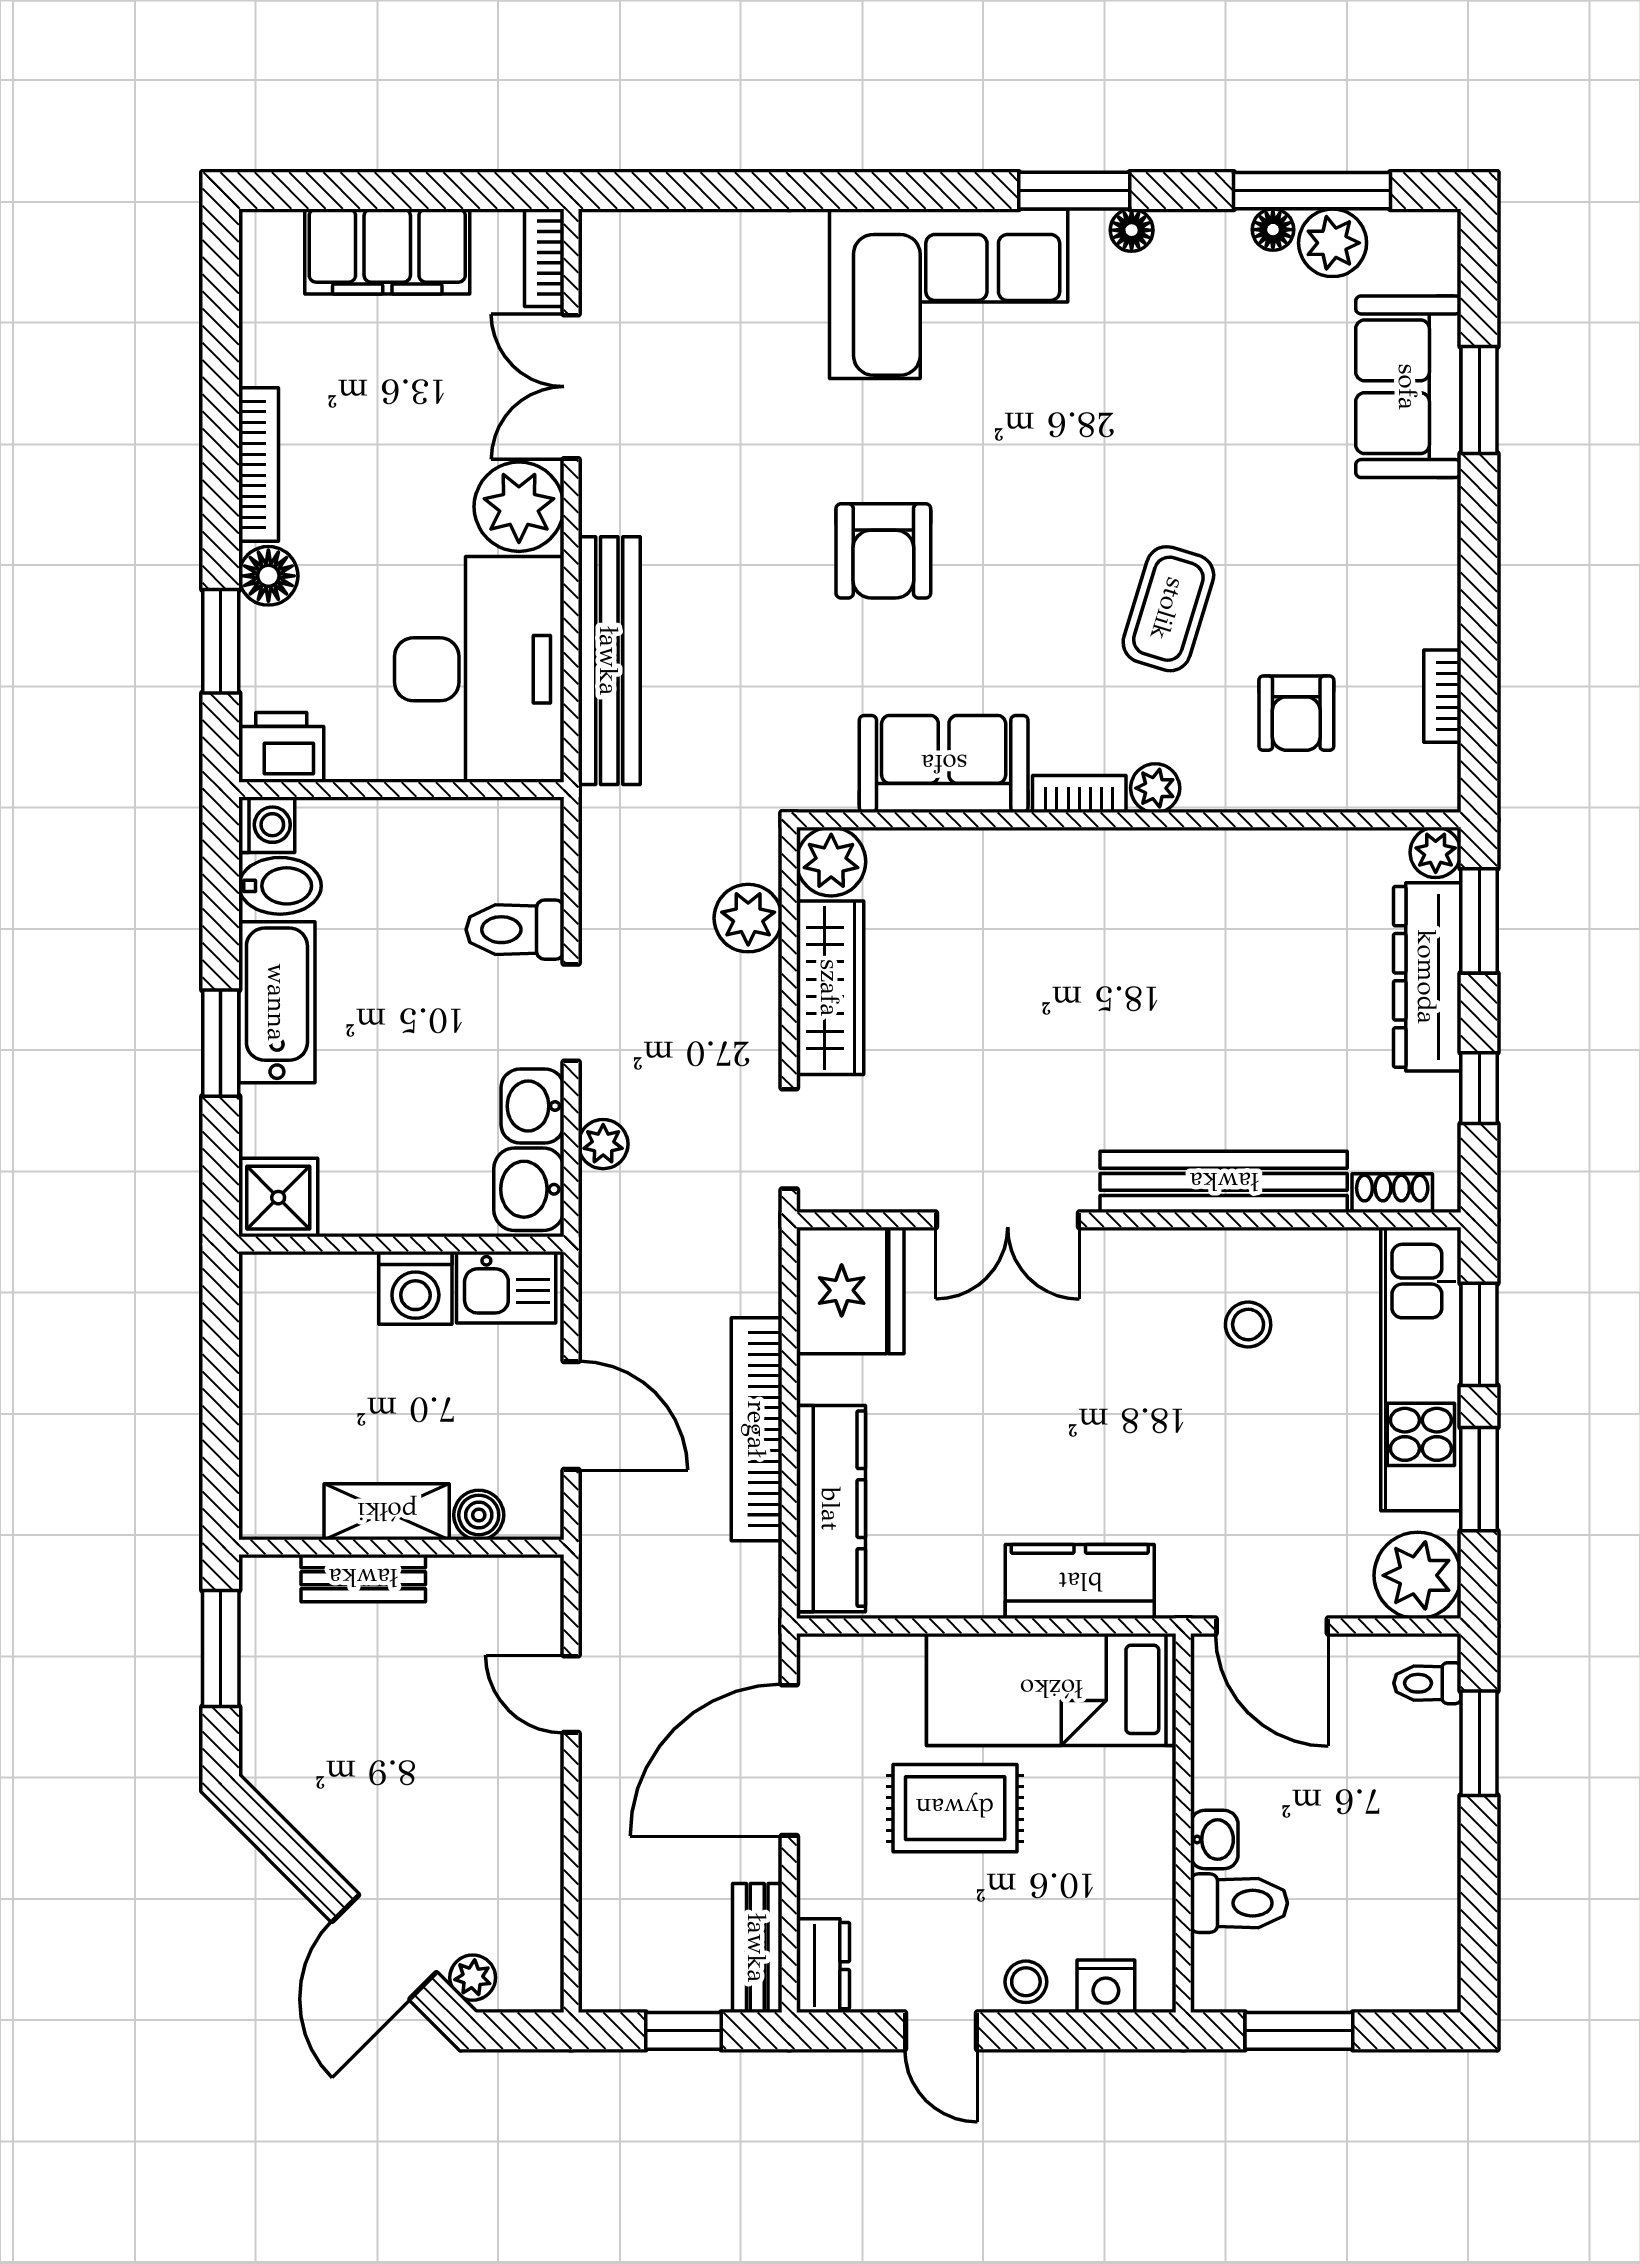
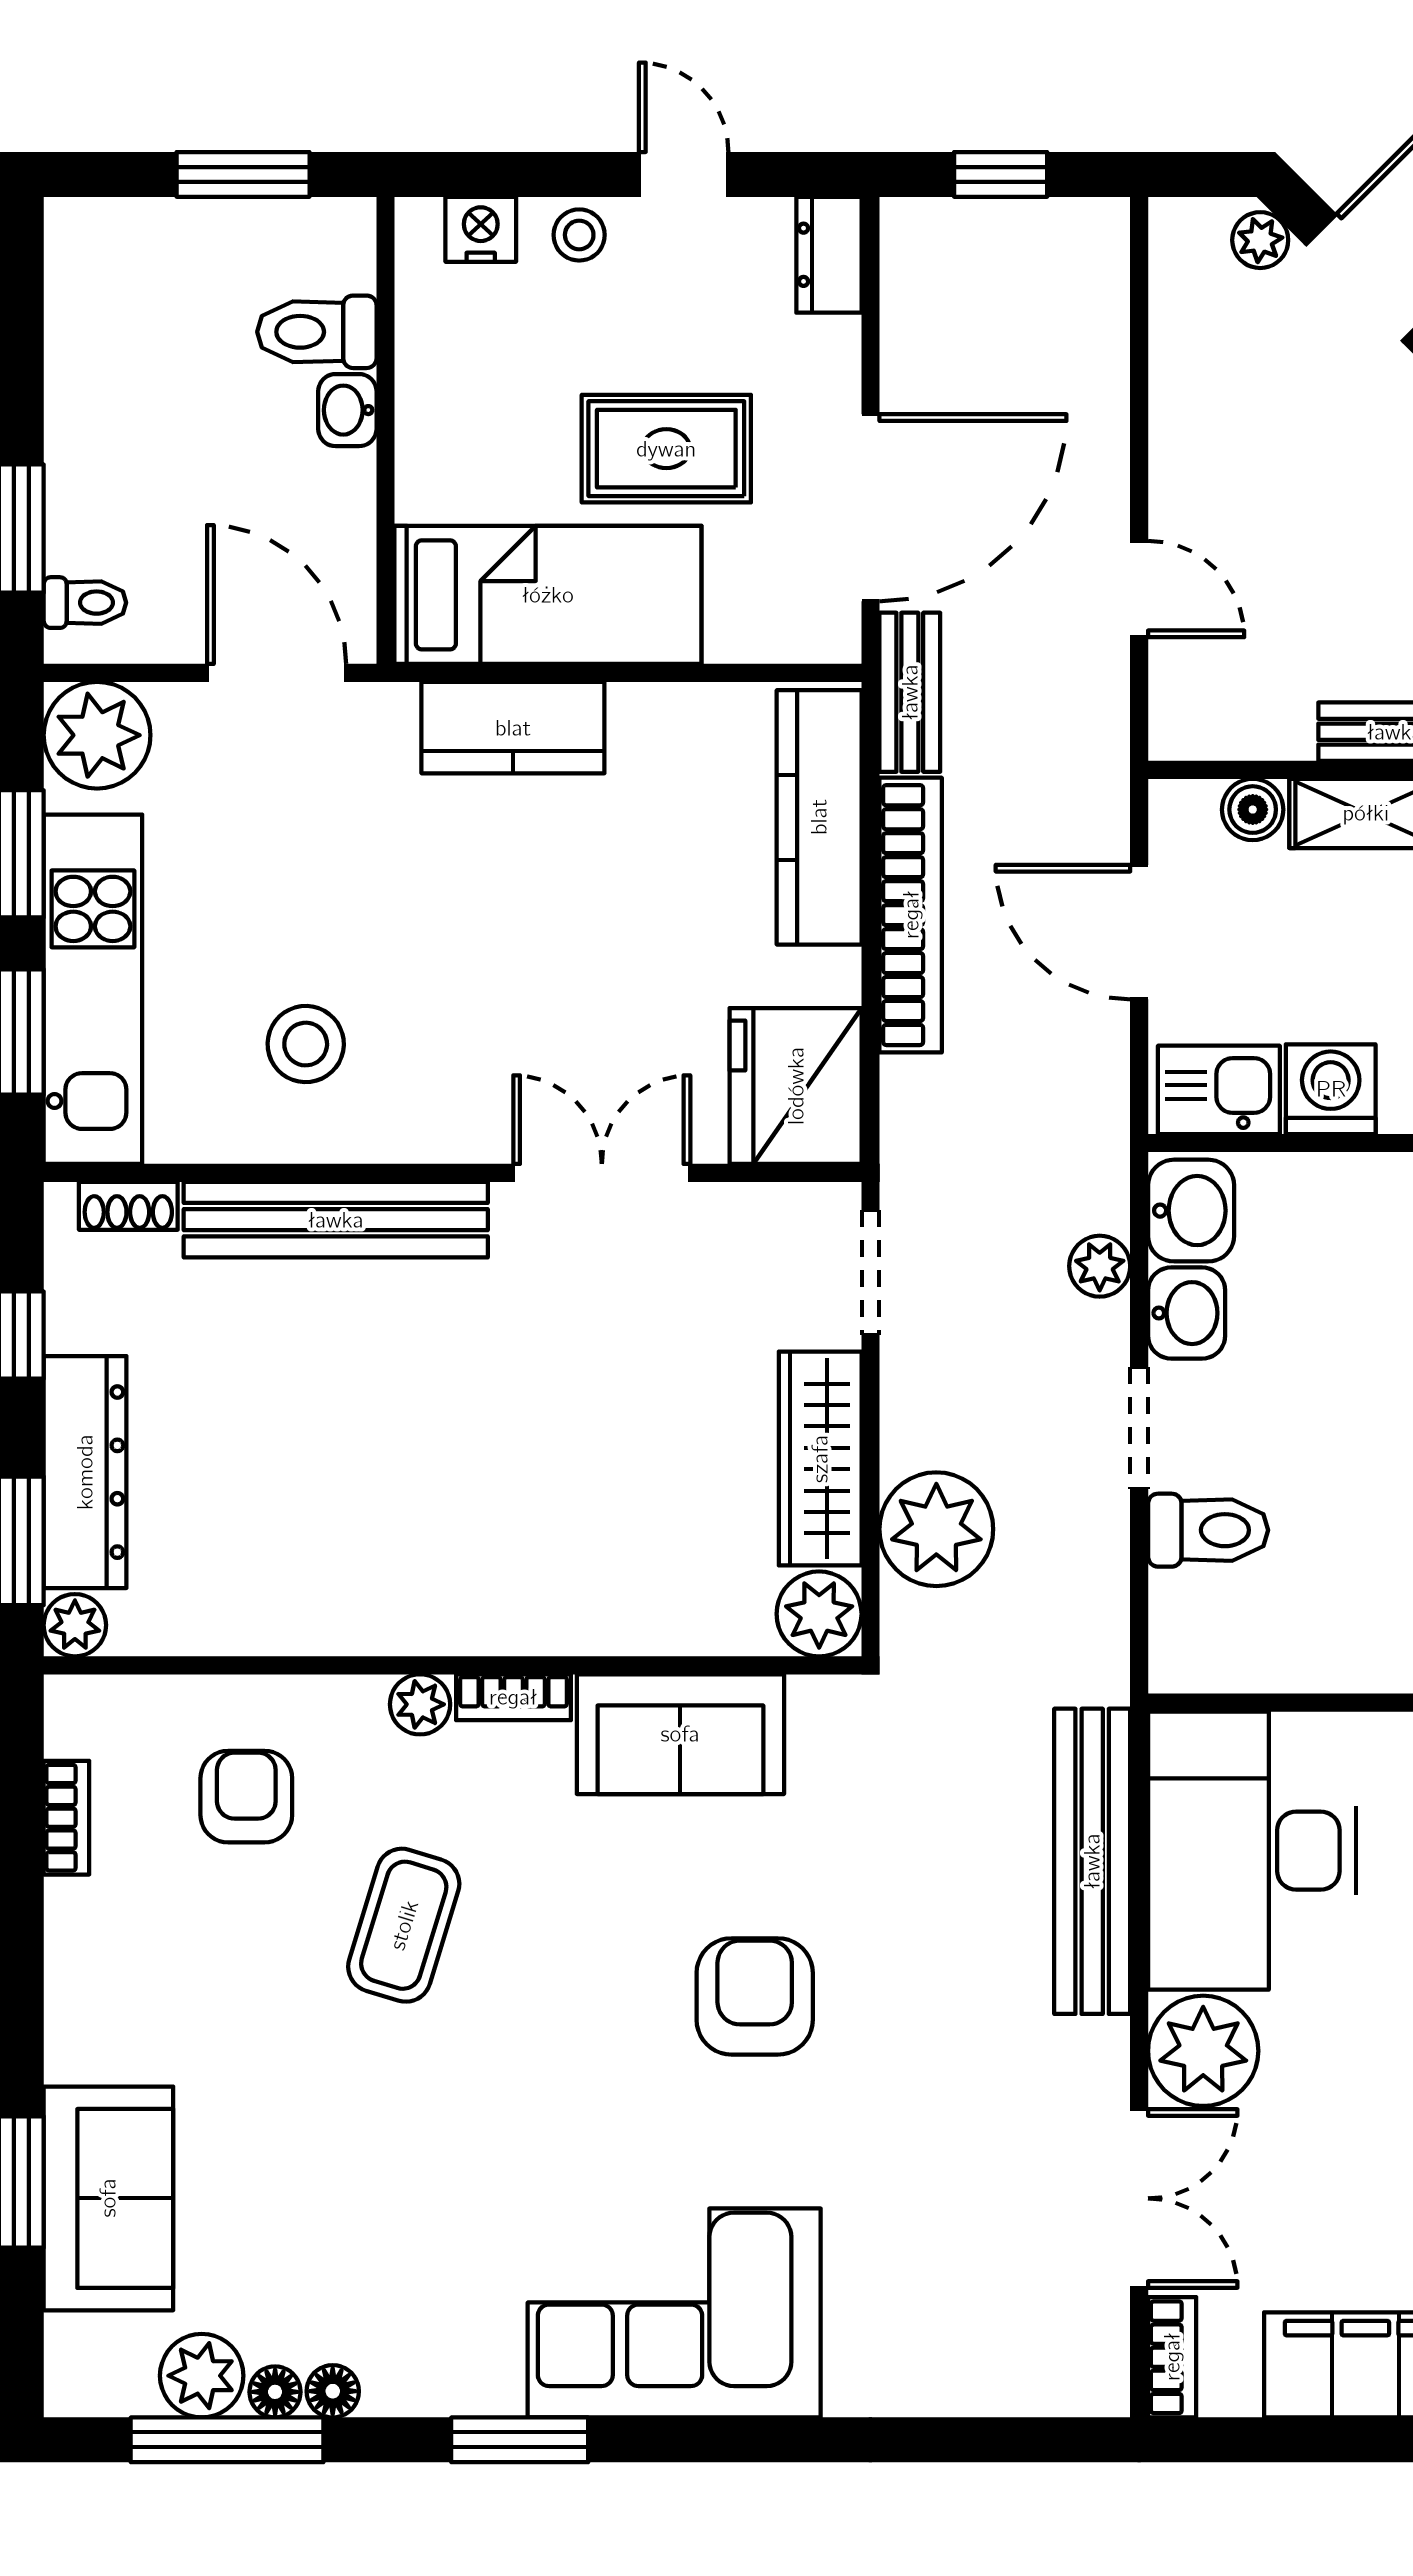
floor lamp: (1132, 230) -> (333, 2391), moved
plant: (748, 918) -> (936, 1529), width x1.36, depth x1.36
stool: (1248, 1325) -> (306, 1044), width x1.37, depth x1.37
bench: (757, 1948) -> (910, 692), moved

